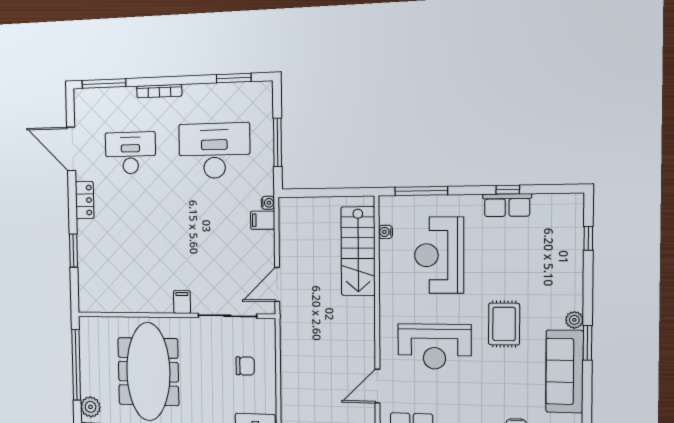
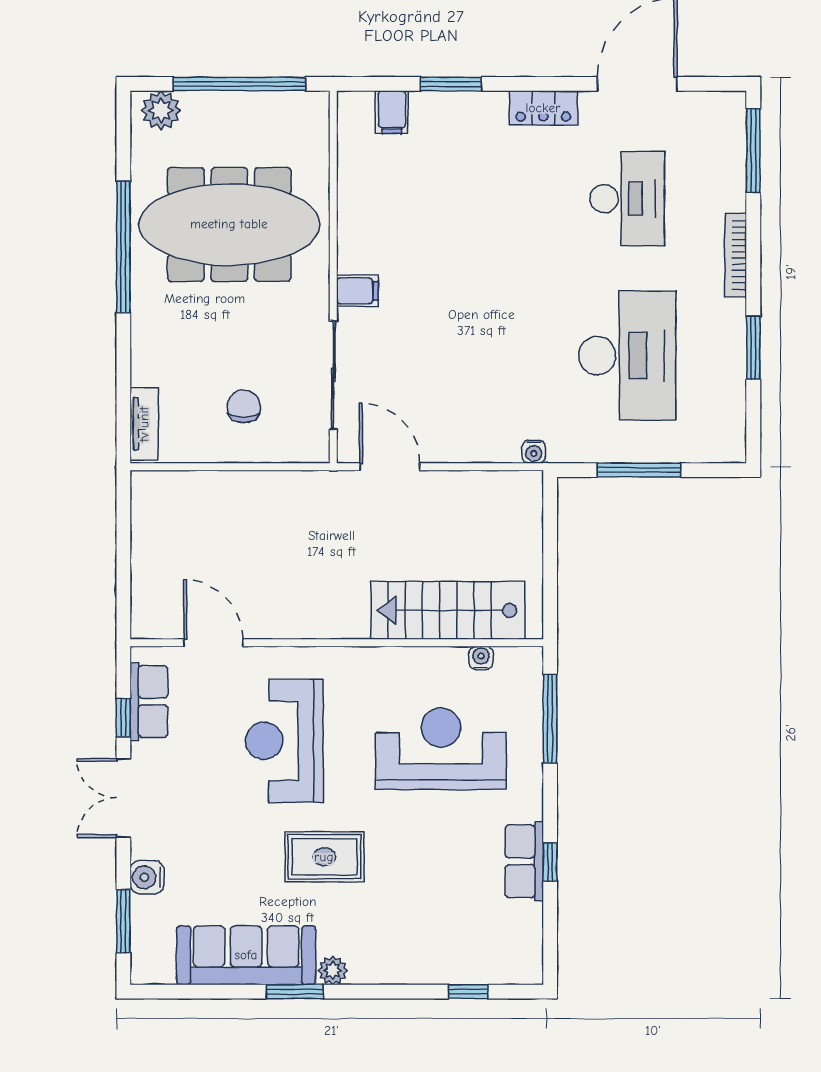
window: (234, 78) -> (753, 348), moved
filing cabinet: (263, 220) -> (392, 112), moved, turned 180
chair: (245, 366) -> (244, 407), turned 180

